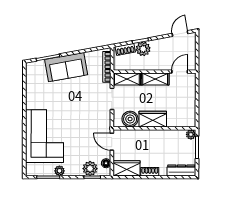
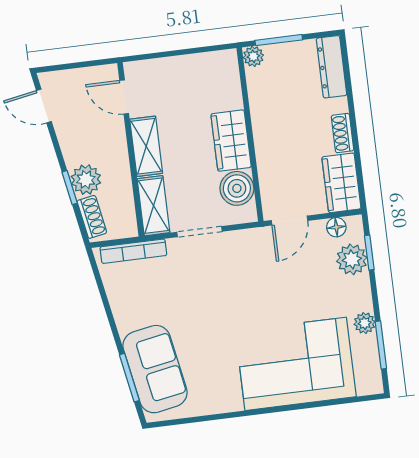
sofa: (66, 67) -> (155, 369), moved

